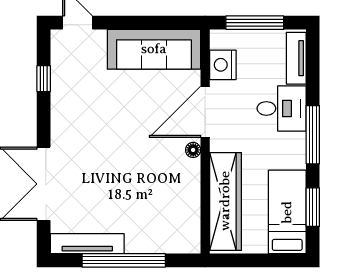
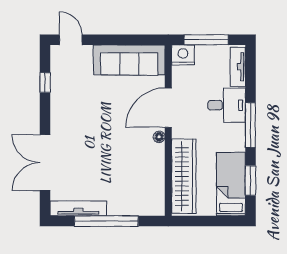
nightstand: (223, 65) -> (183, 55), moved, turned 90

